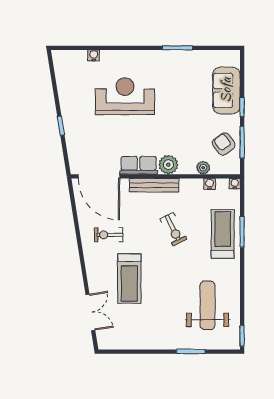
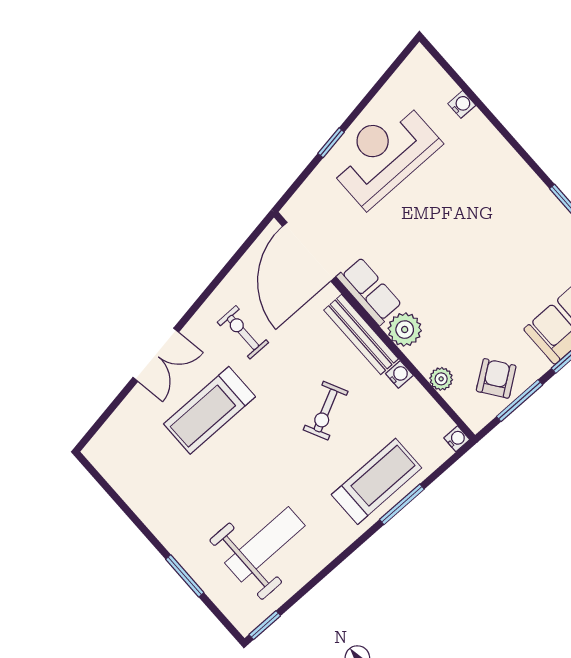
reception desk: (125, 96) -> (384, 154), moved, turned -90
water cooler: (210, 184) -> (399, 375), moved
double door: (90, 312) -> (156, 355), moved

